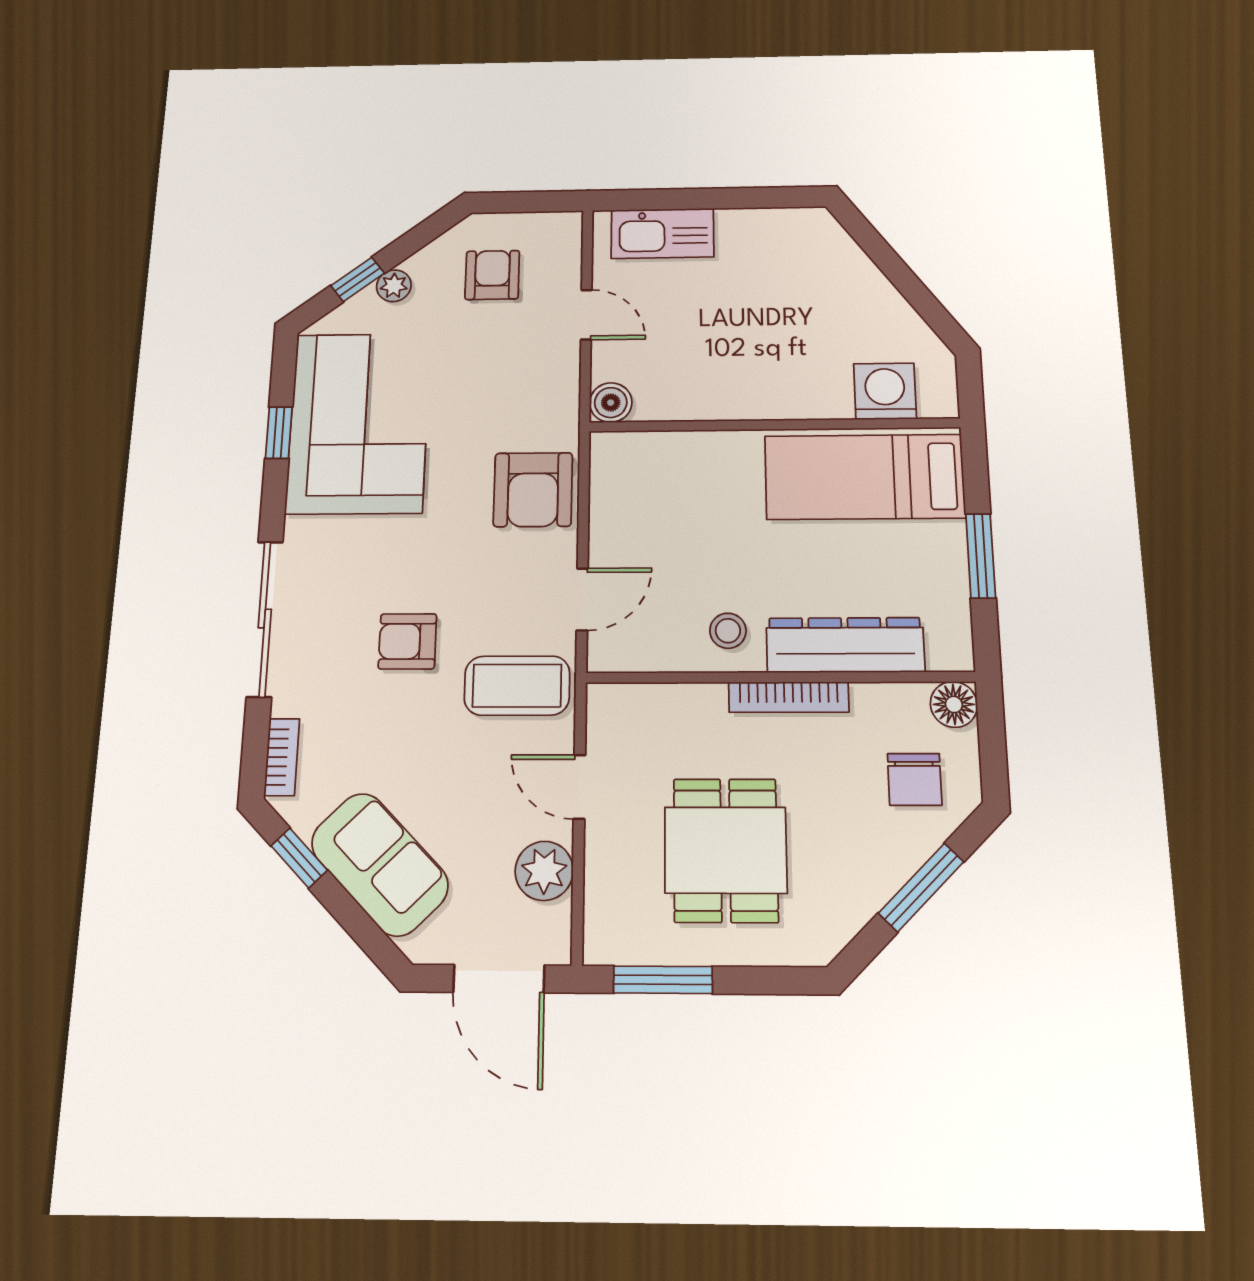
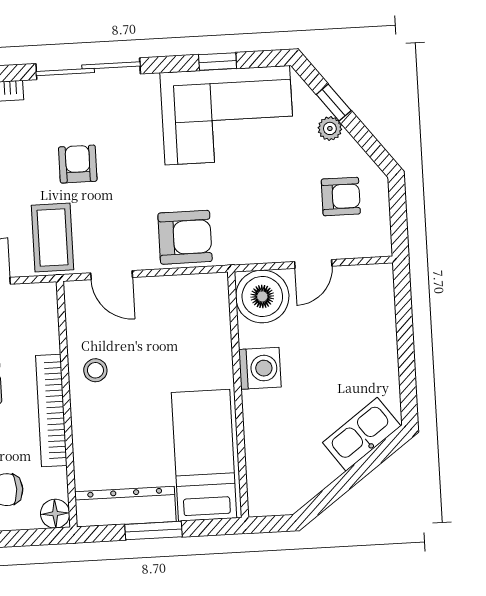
kitchen sink: (662, 233) -> (362, 434), moved, turned 54
washing machine: (885, 391) -> (260, 368), moved
boiler: (611, 403) -> (262, 296), width x1.86, depth x1.86
armchair: (533, 490) -> (185, 237), turned 180
dresser: (845, 645) -> (125, 507), moved, turned -90
bookcase: (789, 697) -> (51, 410), width x1.48, depth x1.31

